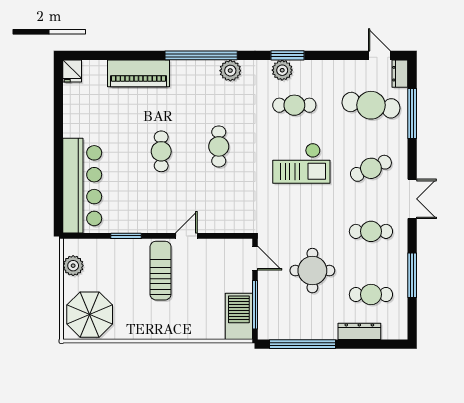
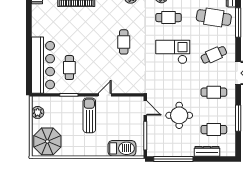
cafe table: (161, 151) -> (69, 68), moved
checkout: (301, 163) -> (173, 52), turned 180
barbecue: (239, 316) -> (122, 148), moved, turned 90

